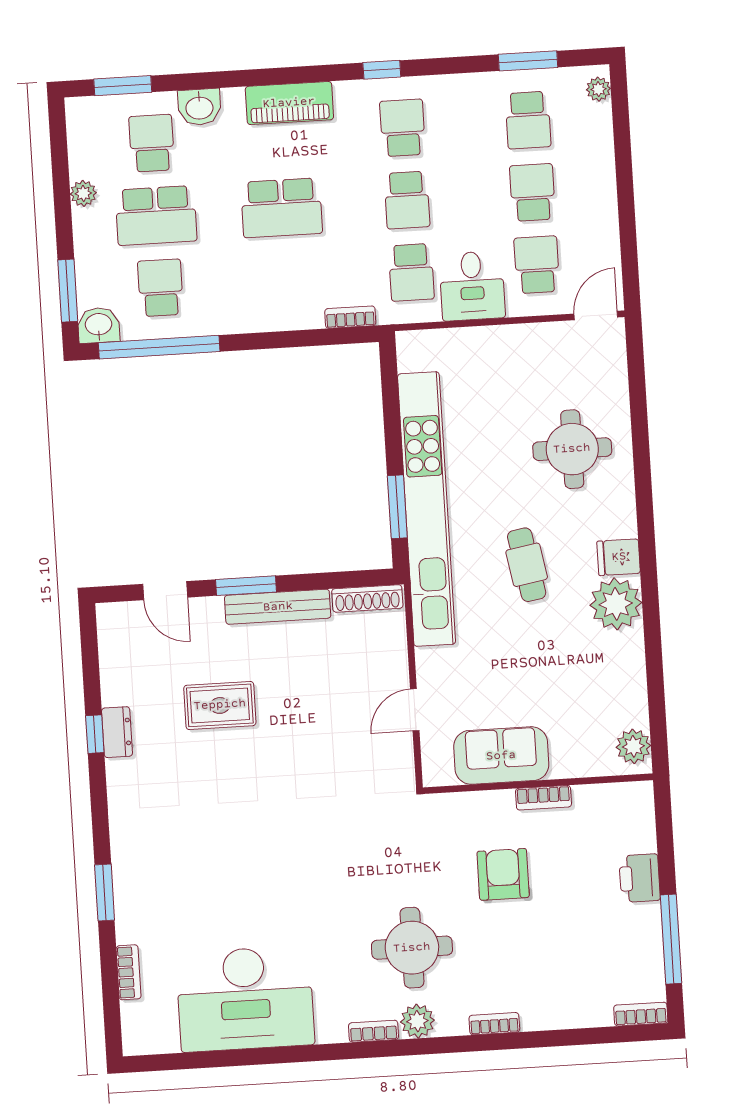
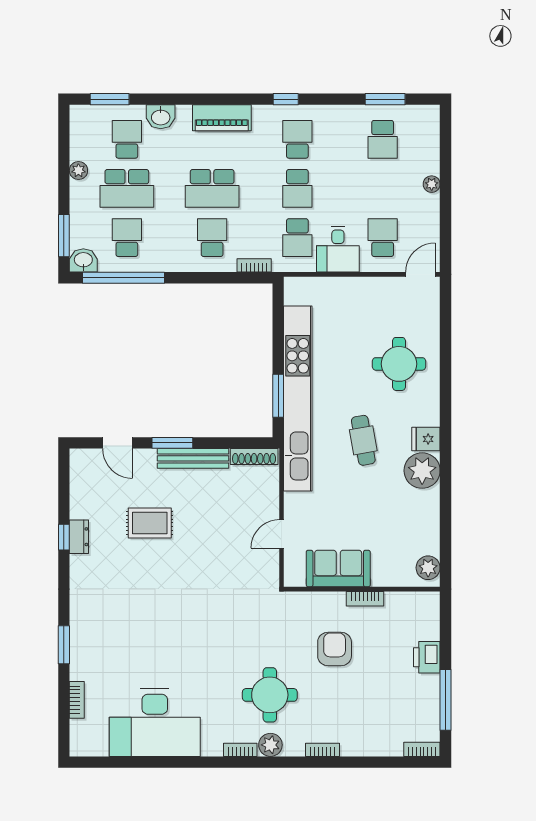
plant: (598, 89) -> (432, 184), moved
school desk: (532, 192) -> (212, 238), moved

